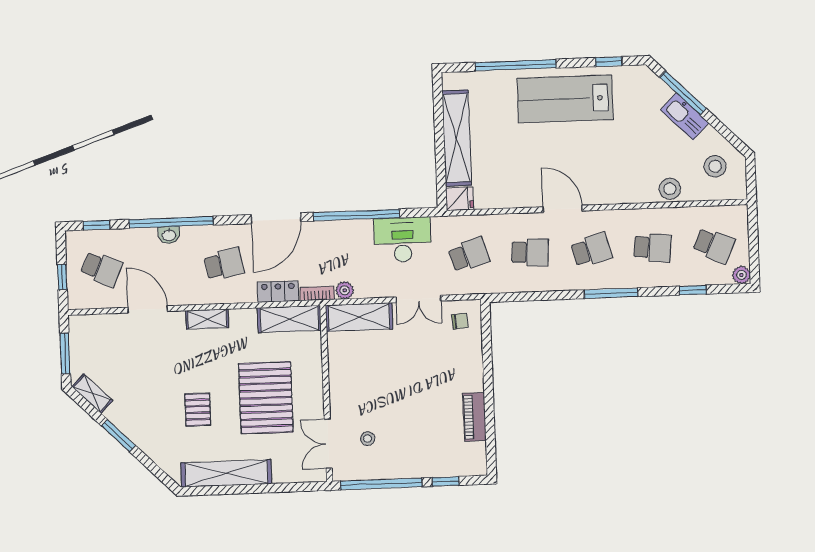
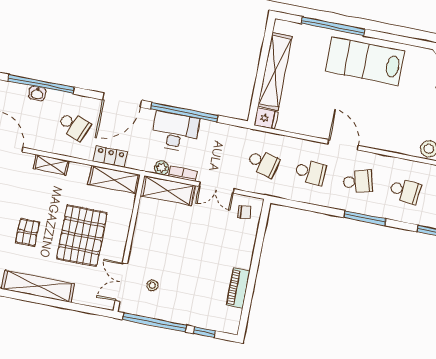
window: (609, 62) -> (405, 40), removed
desk: (403, 240) -> (175, 132), moved
school desk: (469, 255) -> (263, 163), turned 33
school desk: (224, 264) -> (74, 126), turned 33
bookcase: (317, 293) -> (183, 173), moved

